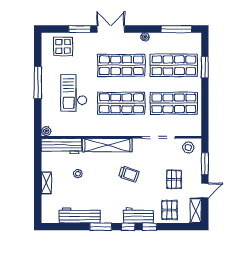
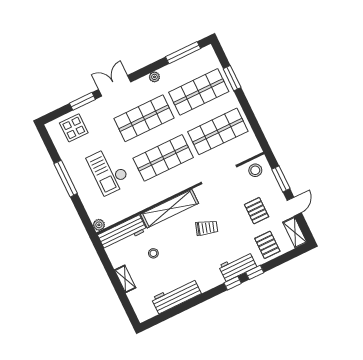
window: (101, 227) -> (204, 297), removed

